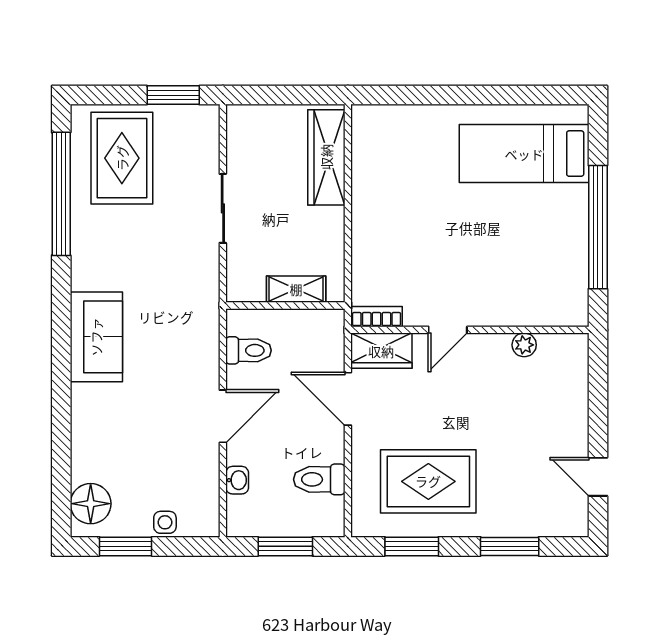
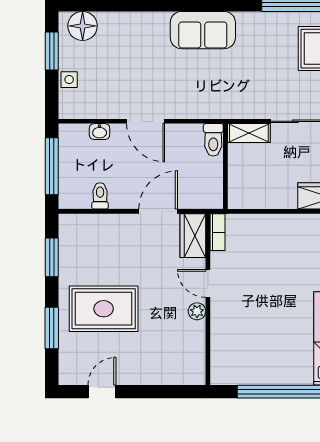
shelving: (296, 289) -> (249, 133), moved, turned 90
plant: (524, 345) -> (197, 311), moved
toilet: (248, 350) -> (213, 140), moved
toilet: (319, 479) -> (100, 196), width x0.73, depth x0.72
rug: (428, 481) -> (104, 309), moved, turned 90
window: (285, 546) -> (52, 166), width x1.44

